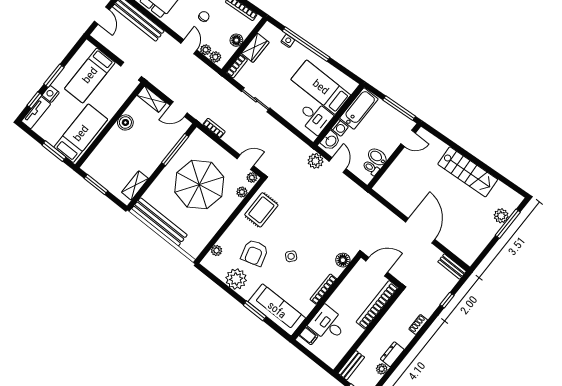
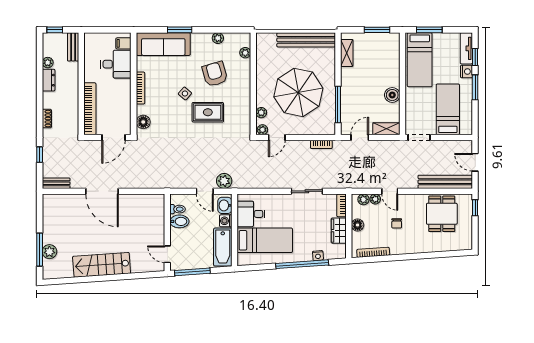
door: (408, 138) -> (167, 254), hinge flipped
rug: (261, 210) -> (208, 112), moved, turned 90
plant: (236, 279) -> (218, 38), width x0.53, depth x0.53

